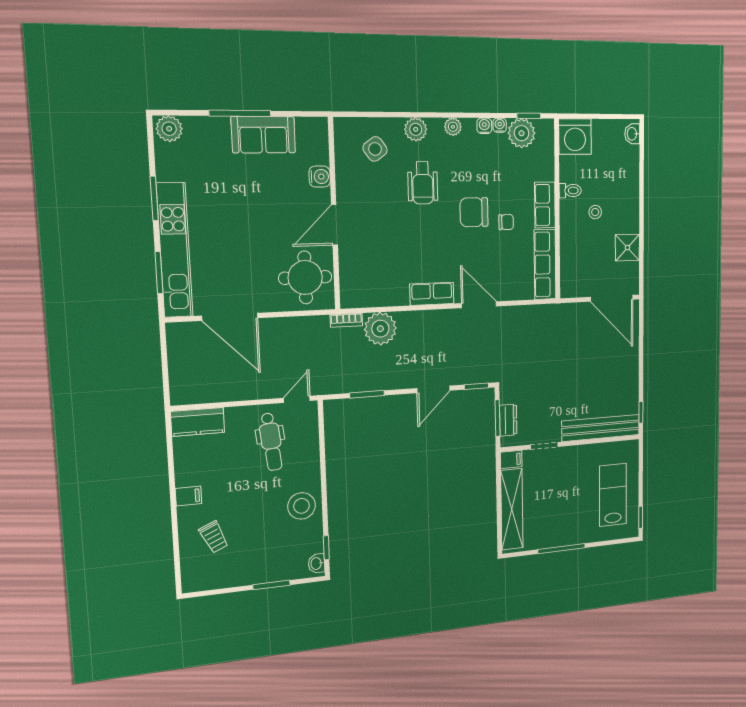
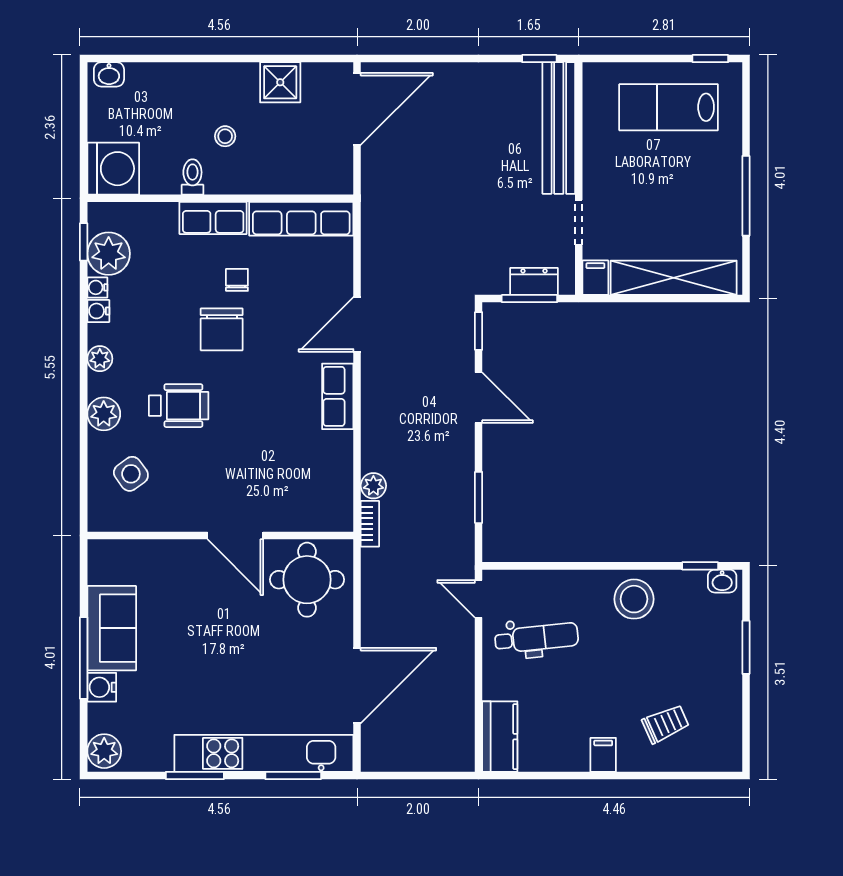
water cooler: (320, 177) -> (102, 687), moved, turned -90
plant: (380, 329) -> (373, 486), width x0.53, depth x0.53

